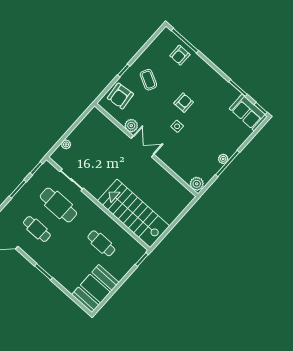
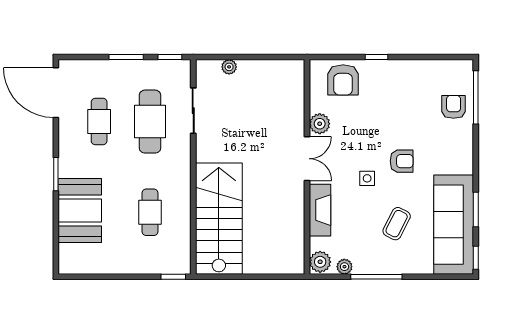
armchair: (180, 55) -> (454, 107), turned 90
coffee table: (148, 80) -> (397, 224), moved
armchair: (120, 96) -> (343, 80), turned -84
sofa: (248, 113) -> (454, 225), width x1.85, depth x1.27
plant: (223, 159) -> (344, 267), moved
fireplace: (172, 162) -> (320, 210), added
booth: (95, 289) -> (80, 210), moved, turned 90

